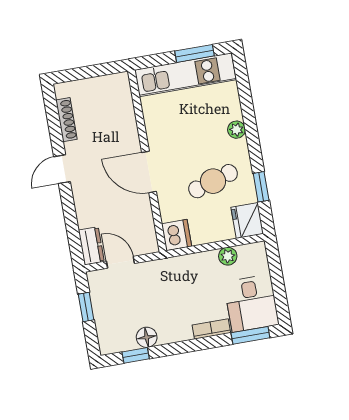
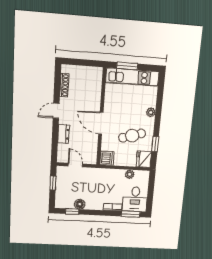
window: (194, 53) -> (127, 66), moved
dresser: (91, 246) -> (63, 134), moved

